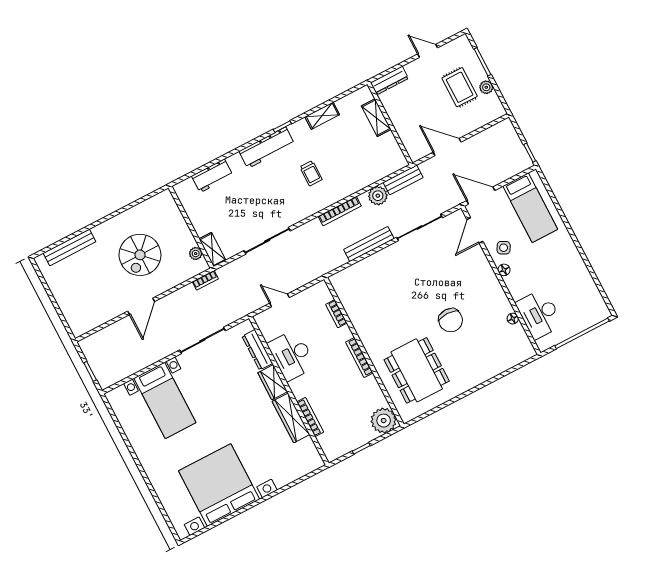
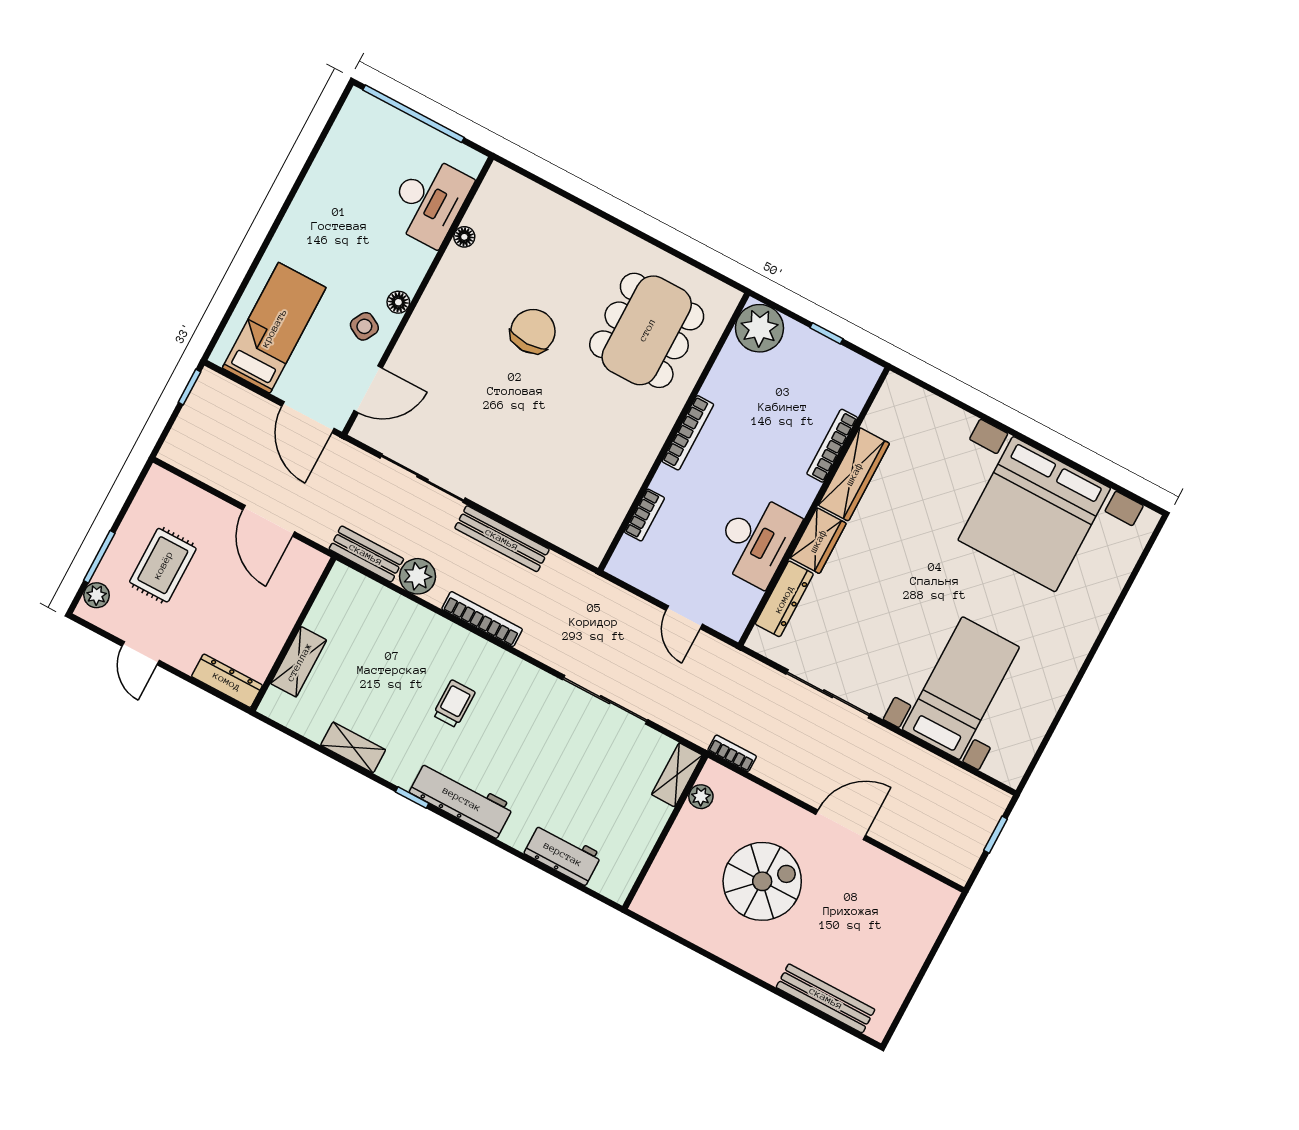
plant: (486, 87) -> (97, 595), moved

